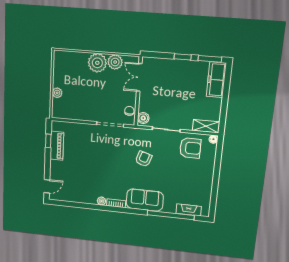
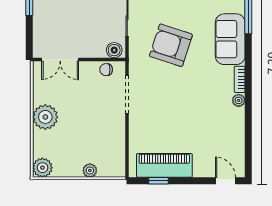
plant: (115, 62) -> (42, 168), moved
piano: (57, 146) -> (164, 165), width x1.37, depth x1.33
armchair: (144, 159) -> (171, 45), width x1.88, depth x1.88

